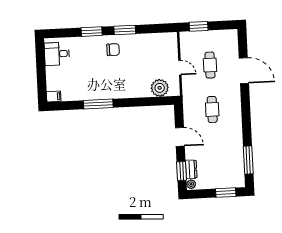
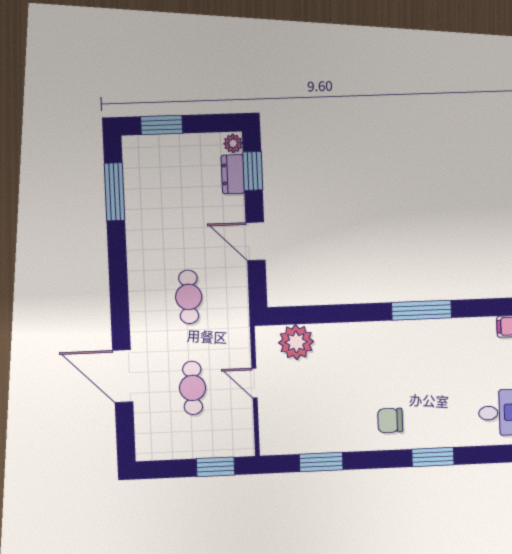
window: (125, 30) -> (321, 462), moved

